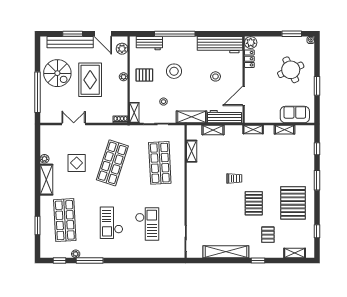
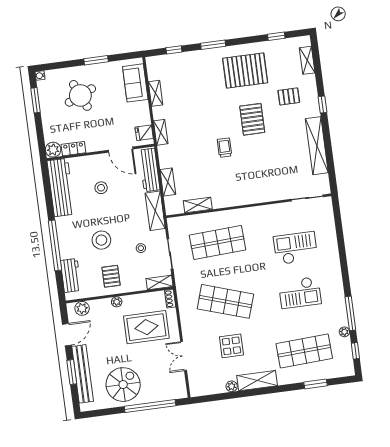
rug: (90, 80) -> (146, 327), moved
fridge: (254, 116) -> (144, 133), added
pallet: (254, 203) -> (252, 119), turned 90

